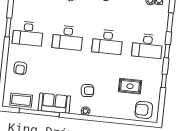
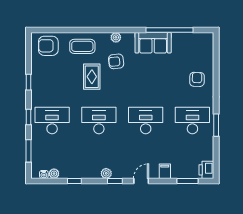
rug: (130, 86) -> (92, 77), moved, turned 90
coffee table: (21, 100) -> (82, 46), moved
armchair: (144, 110) -> (48, 46), turned 180

